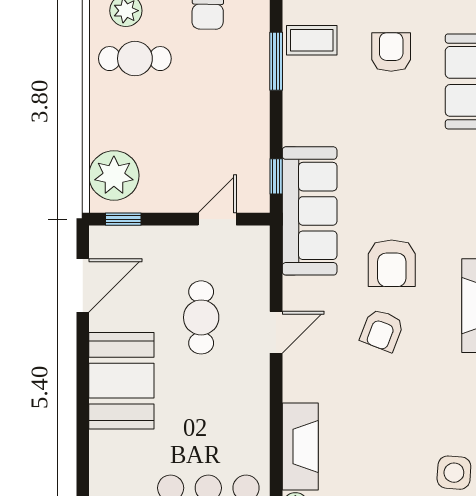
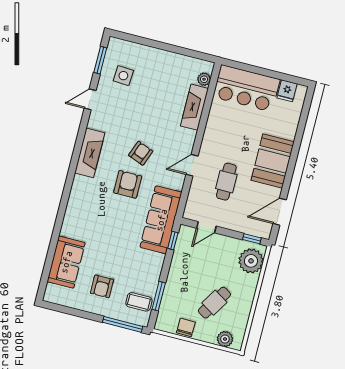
cafe table: (135, 59) -> (214, 303), moved, turned -58

